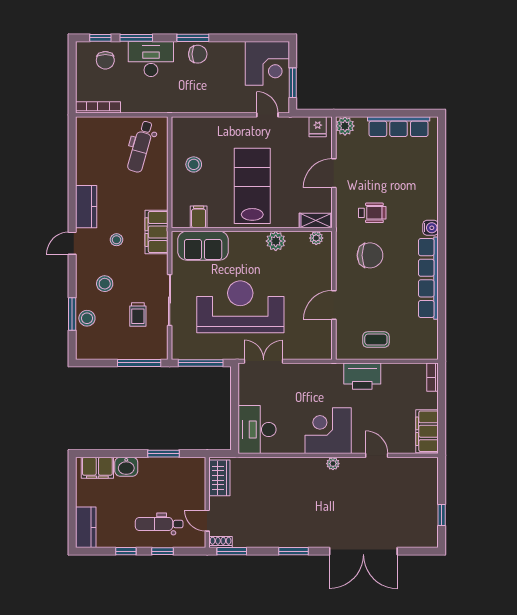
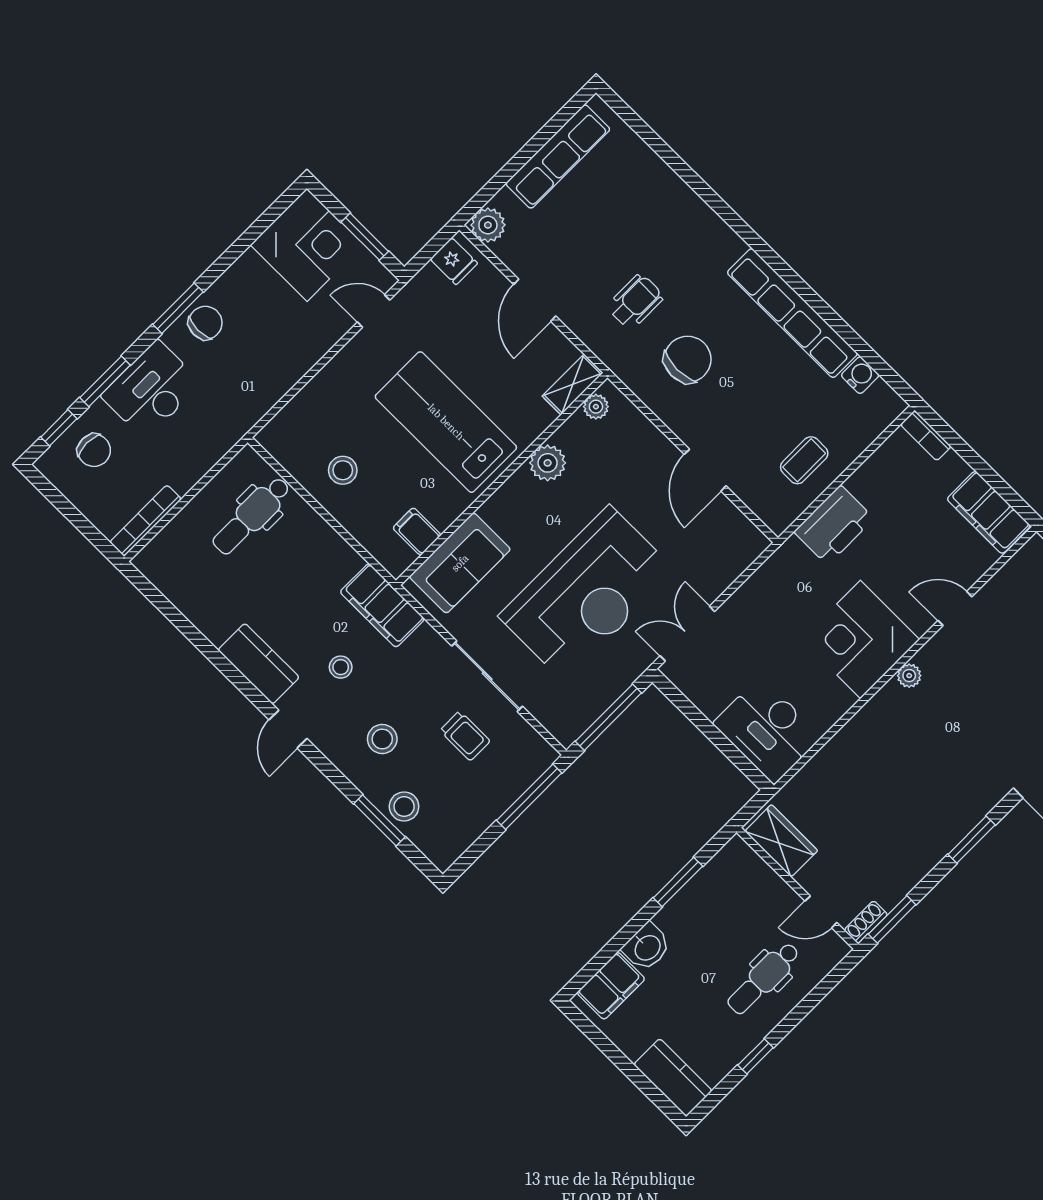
dental chair: (141, 147) -> (251, 516), turned 74
water cooler: (431, 228) -> (860, 375), moved
reception desk: (240, 307) -> (587, 594), turned 180
window: (163, 551) -> (803, 1009), removed

